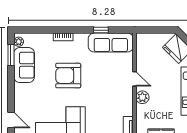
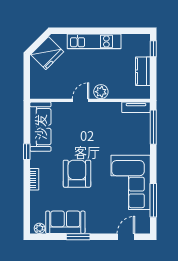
window: (101, 30) -> (27, 152), moved
window: (11, 55) -> (78, 237), moved
armchair: (68, 76) -> (77, 174), turned 180

